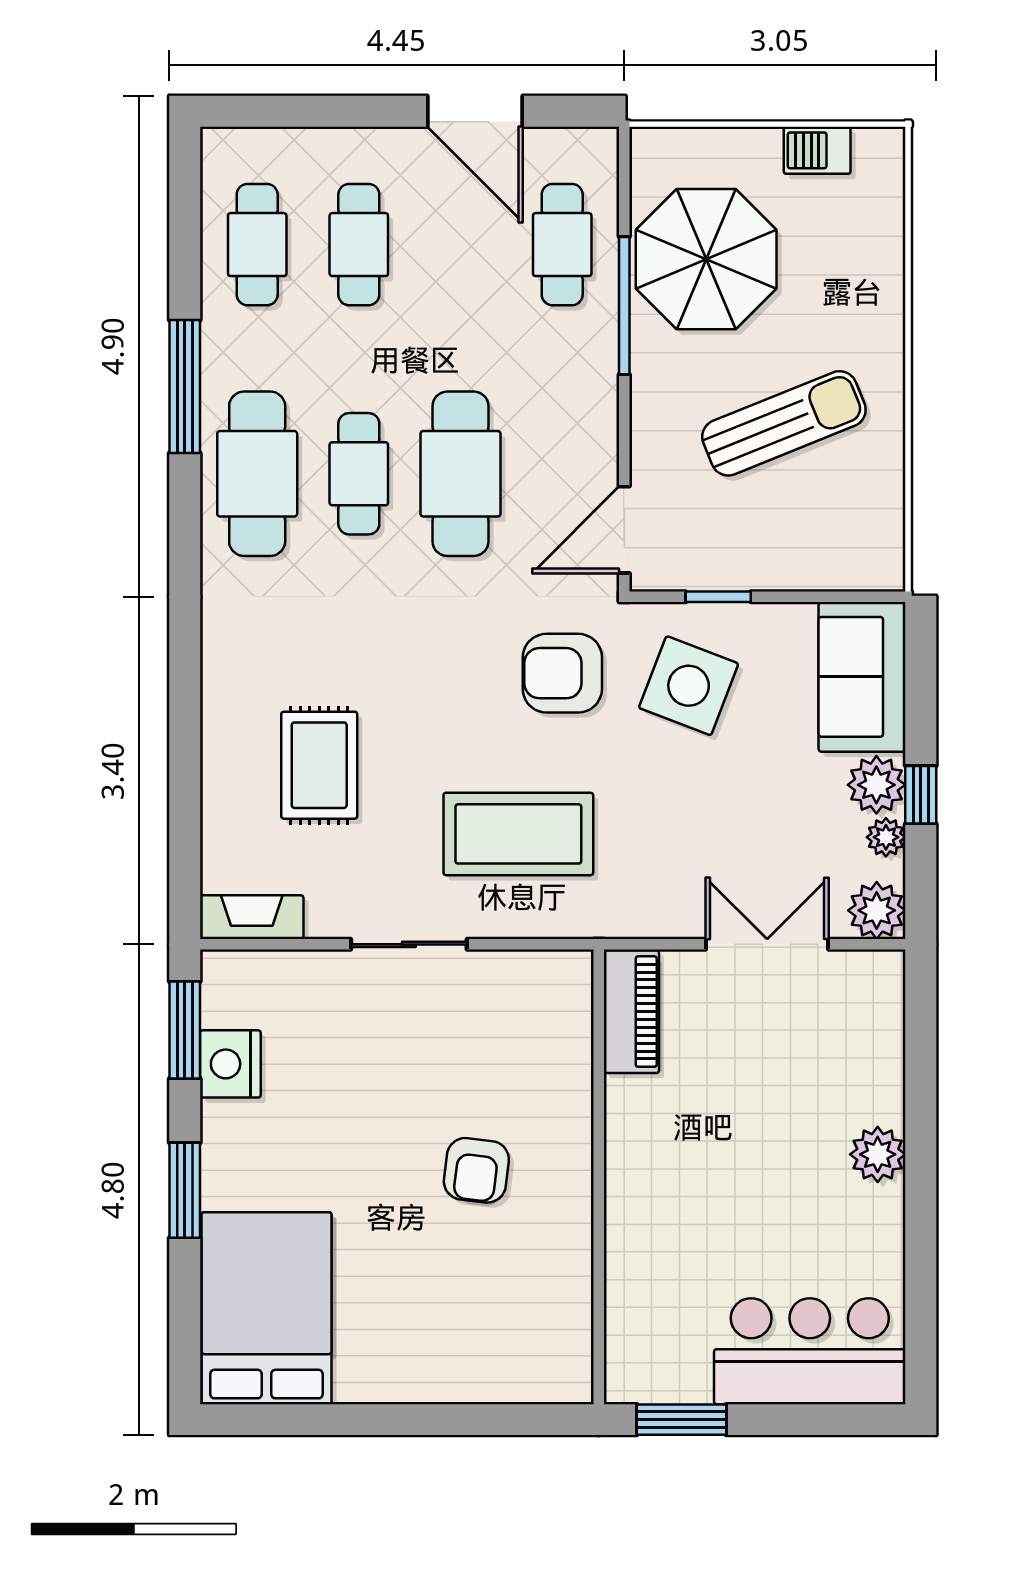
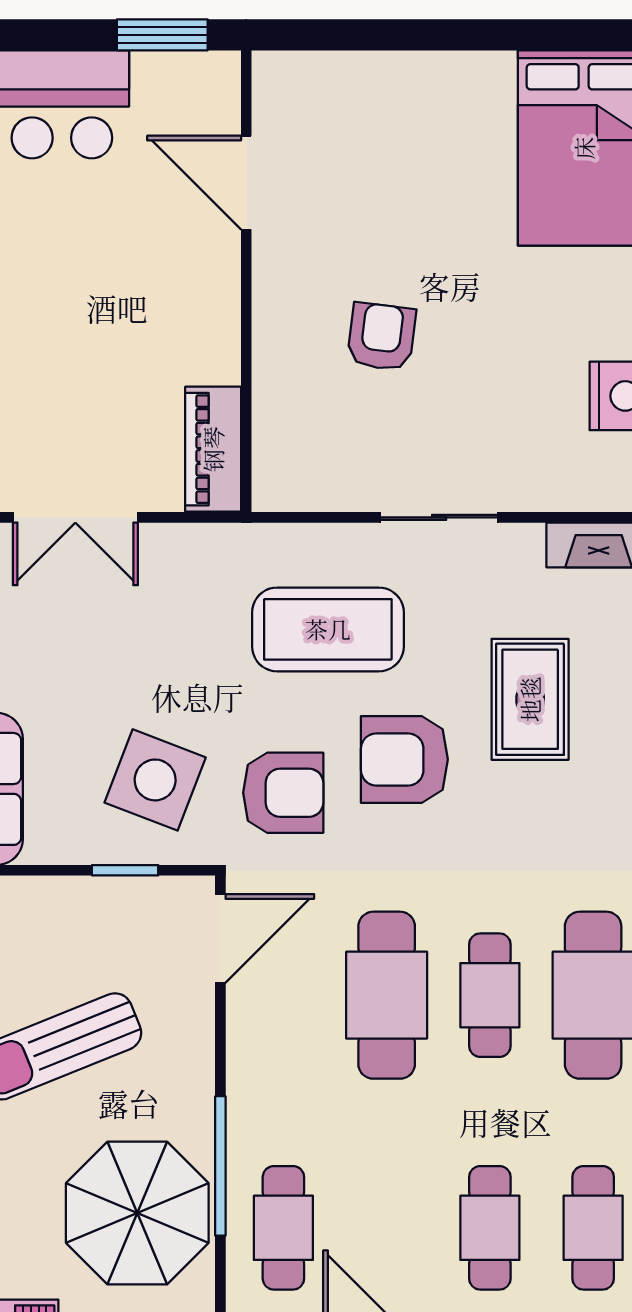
armchair: (443, 706) -> (404, 759), added
armchair: (476, 1170) -> (382, 337), moved
door: (599, 1274) -> (246, 183), added

